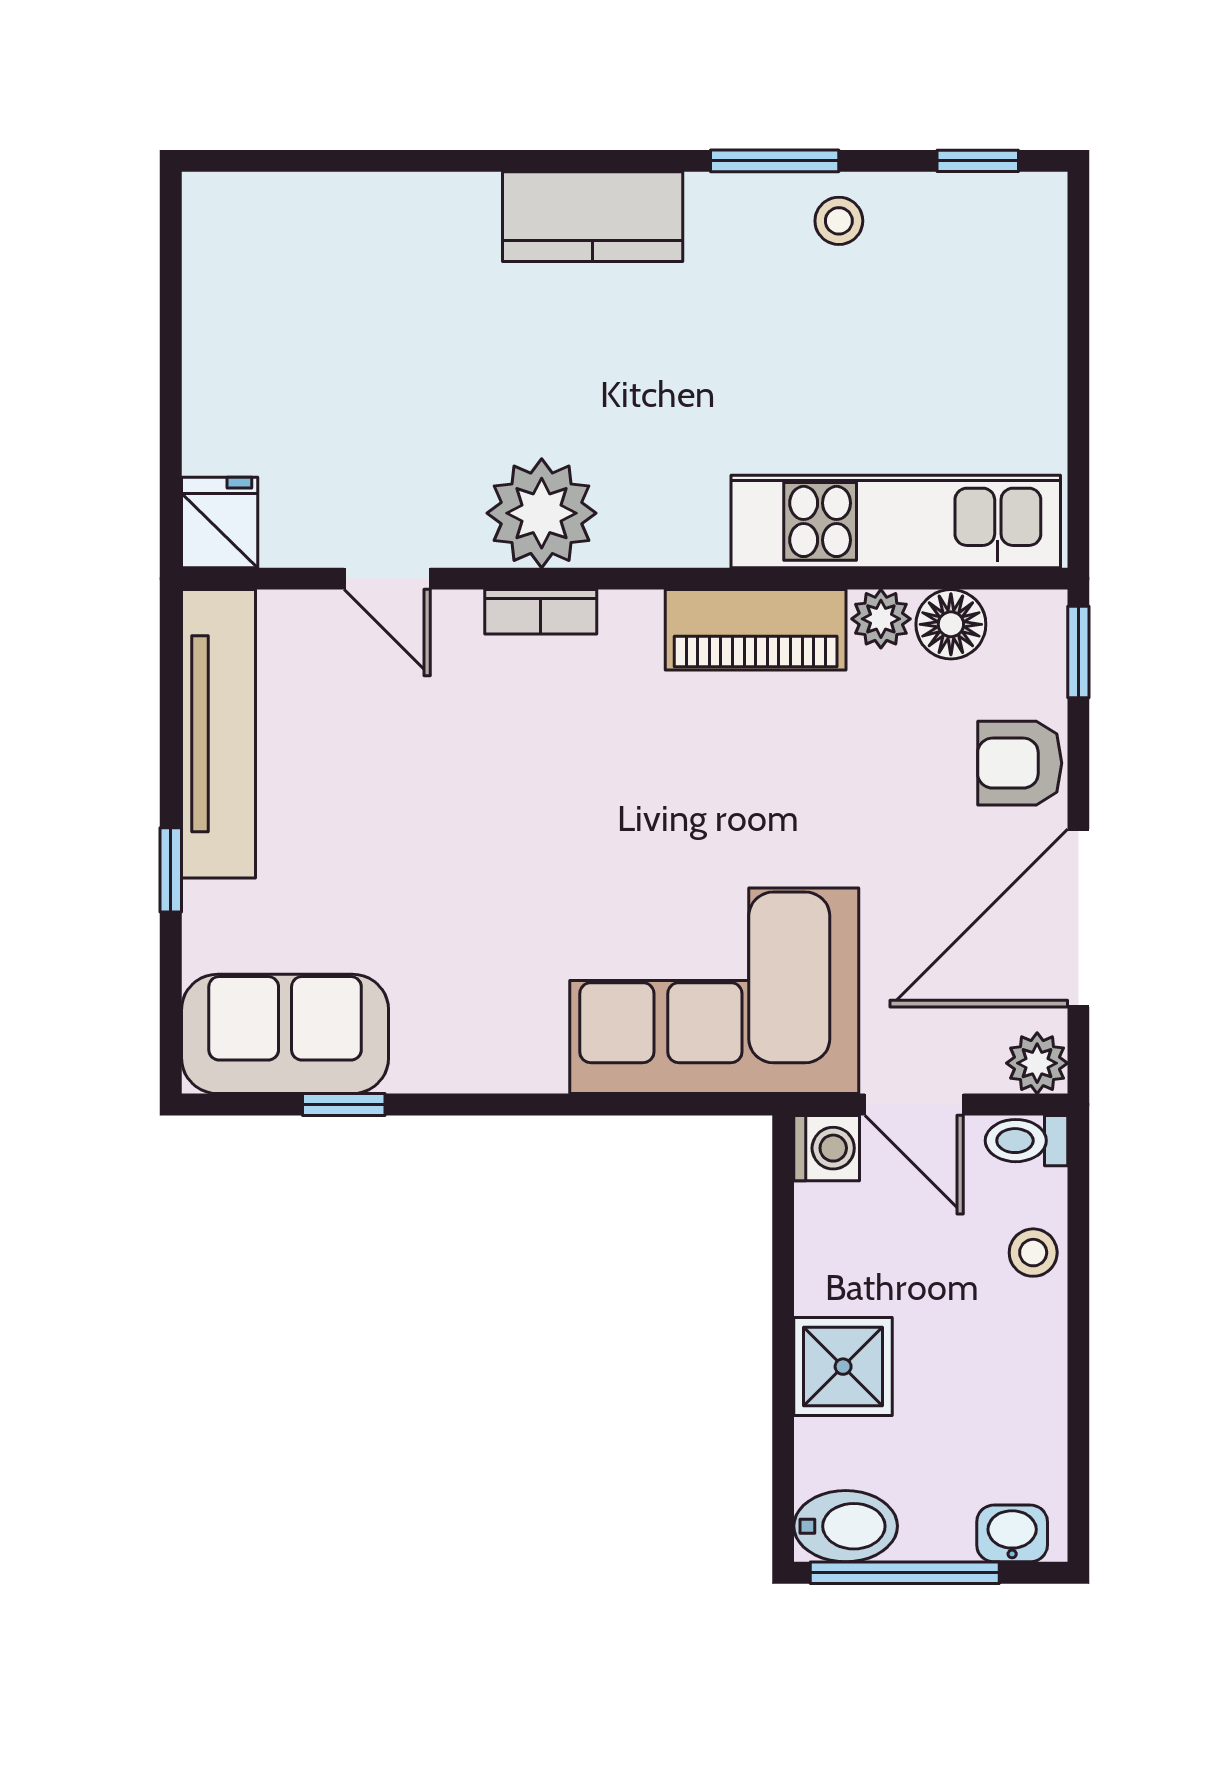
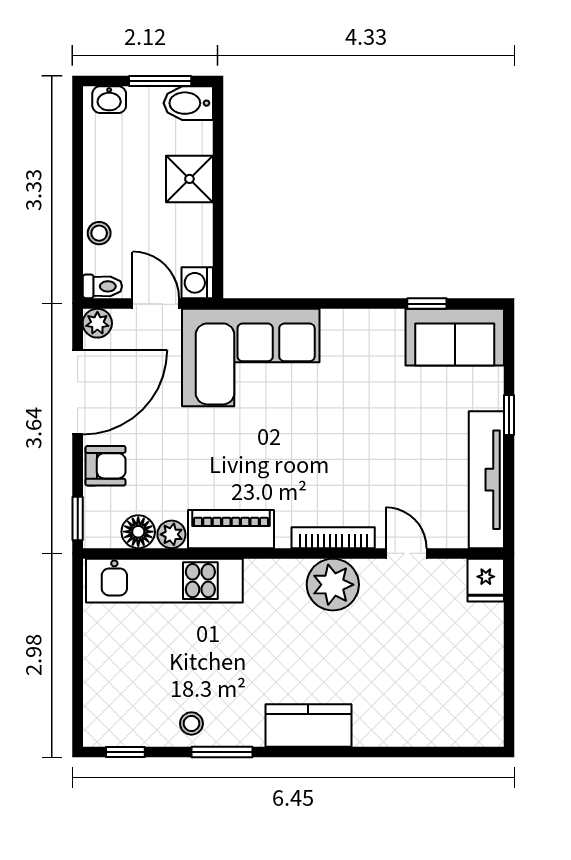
bookcase: (541, 612) -> (333, 538), width x1.56
window: (905, 1573) -> (160, 81), width x0.69

